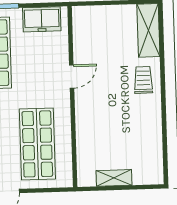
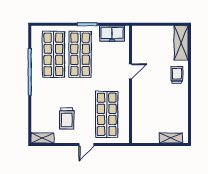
shelving: (114, 178) -> (171, 138), moved

